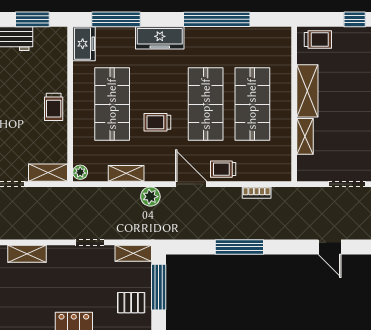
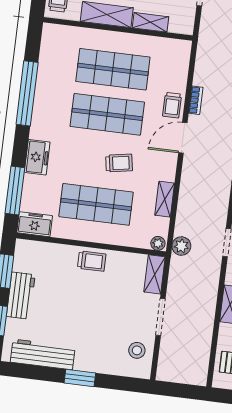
freezer: (160, 38) -> (37, 157), width x0.71
trolley: (157, 122) -> (119, 163), turned -100
bookcase: (257, 193) -> (196, 100), moved
plant: (150, 197) -> (181, 246), moved

